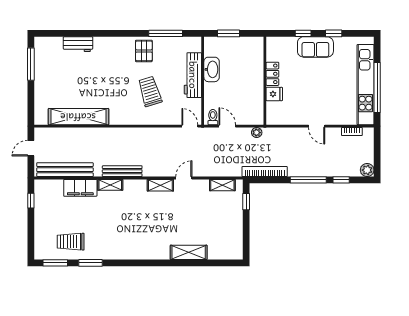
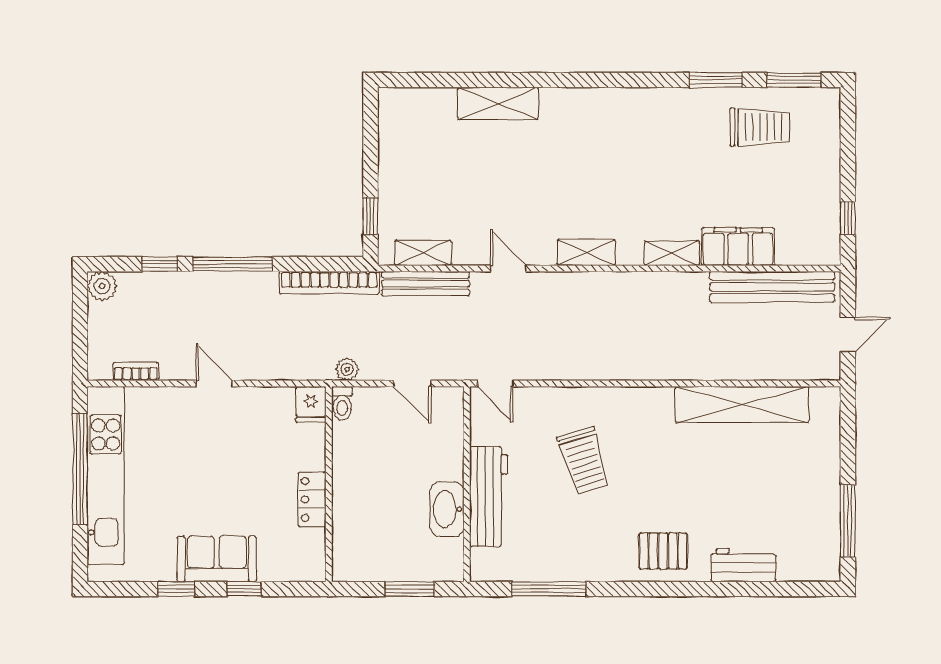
pallet: (144, 51) -> (663, 551), moved, turned 90
fridge: (274, 94) -> (311, 404), moved, turned -90
toilet: (213, 117) -> (342, 403), moved
bench: (122, 171) -> (425, 284), moved
door: (184, 178) -> (508, 268), swing flipped
shelving: (160, 185) -> (586, 252), moved

